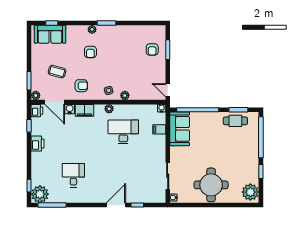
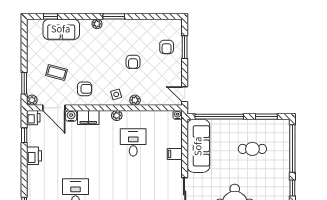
sofa: (50, 34) -> (61, 29), moved
armchair: (90, 52) -> (133, 62), moved
cafe table: (235, 121) -> (252, 149), moved
filing cabinet: (159, 129) -> (175, 154), moved
sofa: (180, 129) -> (198, 146), width x1.36
desk: (123, 132) -> (133, 142), width x0.73

